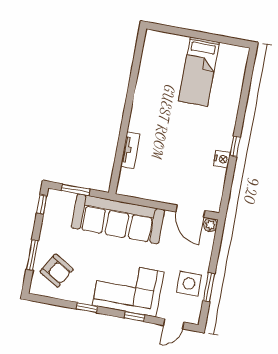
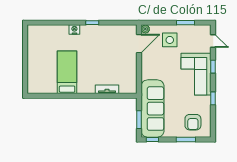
bed: (199, 72) -> (67, 72), moved, turned -90
nightstand: (222, 159) -> (74, 30), moved
sofa: (118, 219) -> (153, 109), moved
armchair: (57, 271) -> (193, 122), turned 149
side table: (189, 284) -> (170, 40), moved

